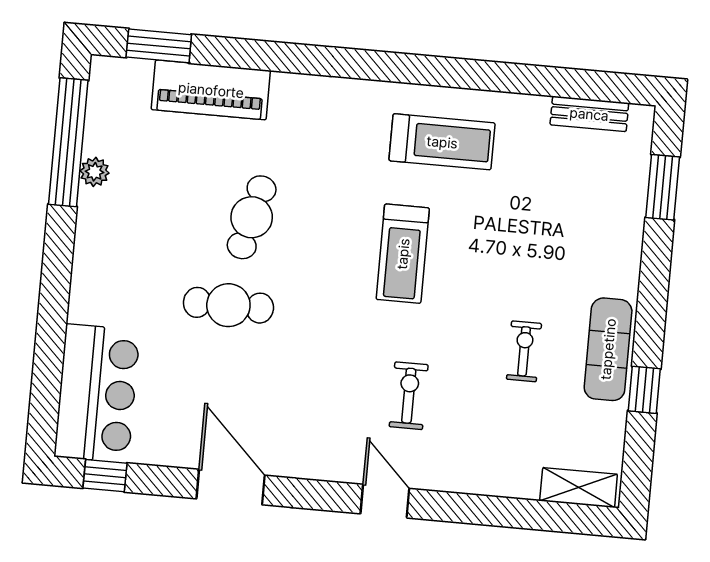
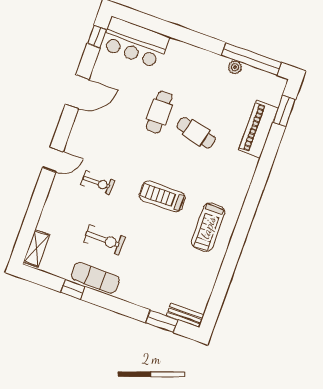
bench: (589, 114) -> (185, 315), moved, turned 90
exercise bike: (524, 351) -> (104, 240), width x1.38, depth x1.39

